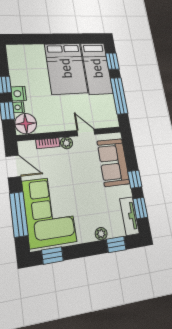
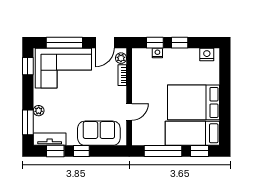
nightstand: (18, 94) -> (207, 55), moved
floor lamp: (26, 124) -> (142, 58), removed
plant: (67, 143) -> (121, 58), moved
window: (116, 244) -> (28, 122), width x1.50

